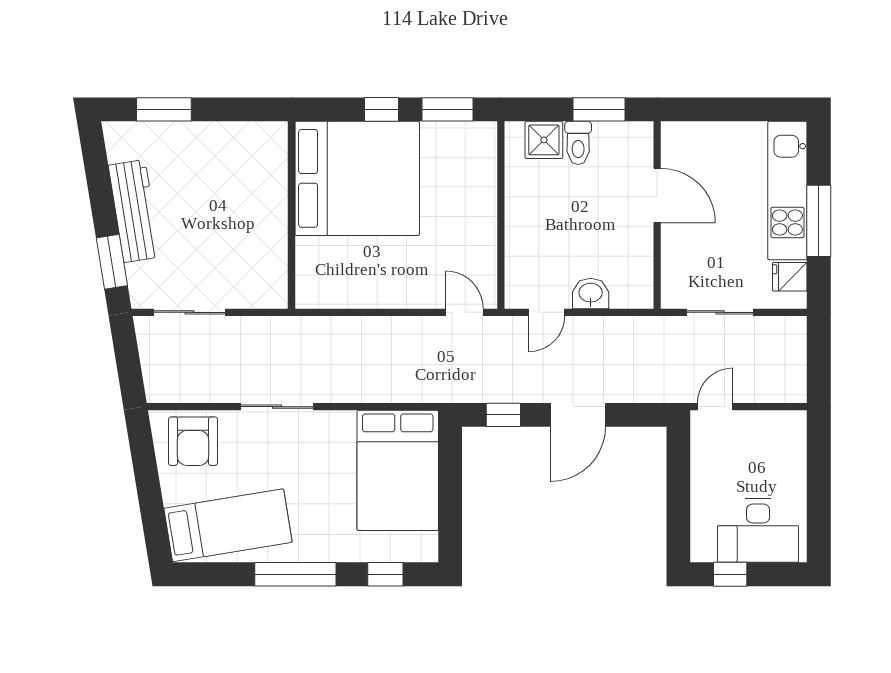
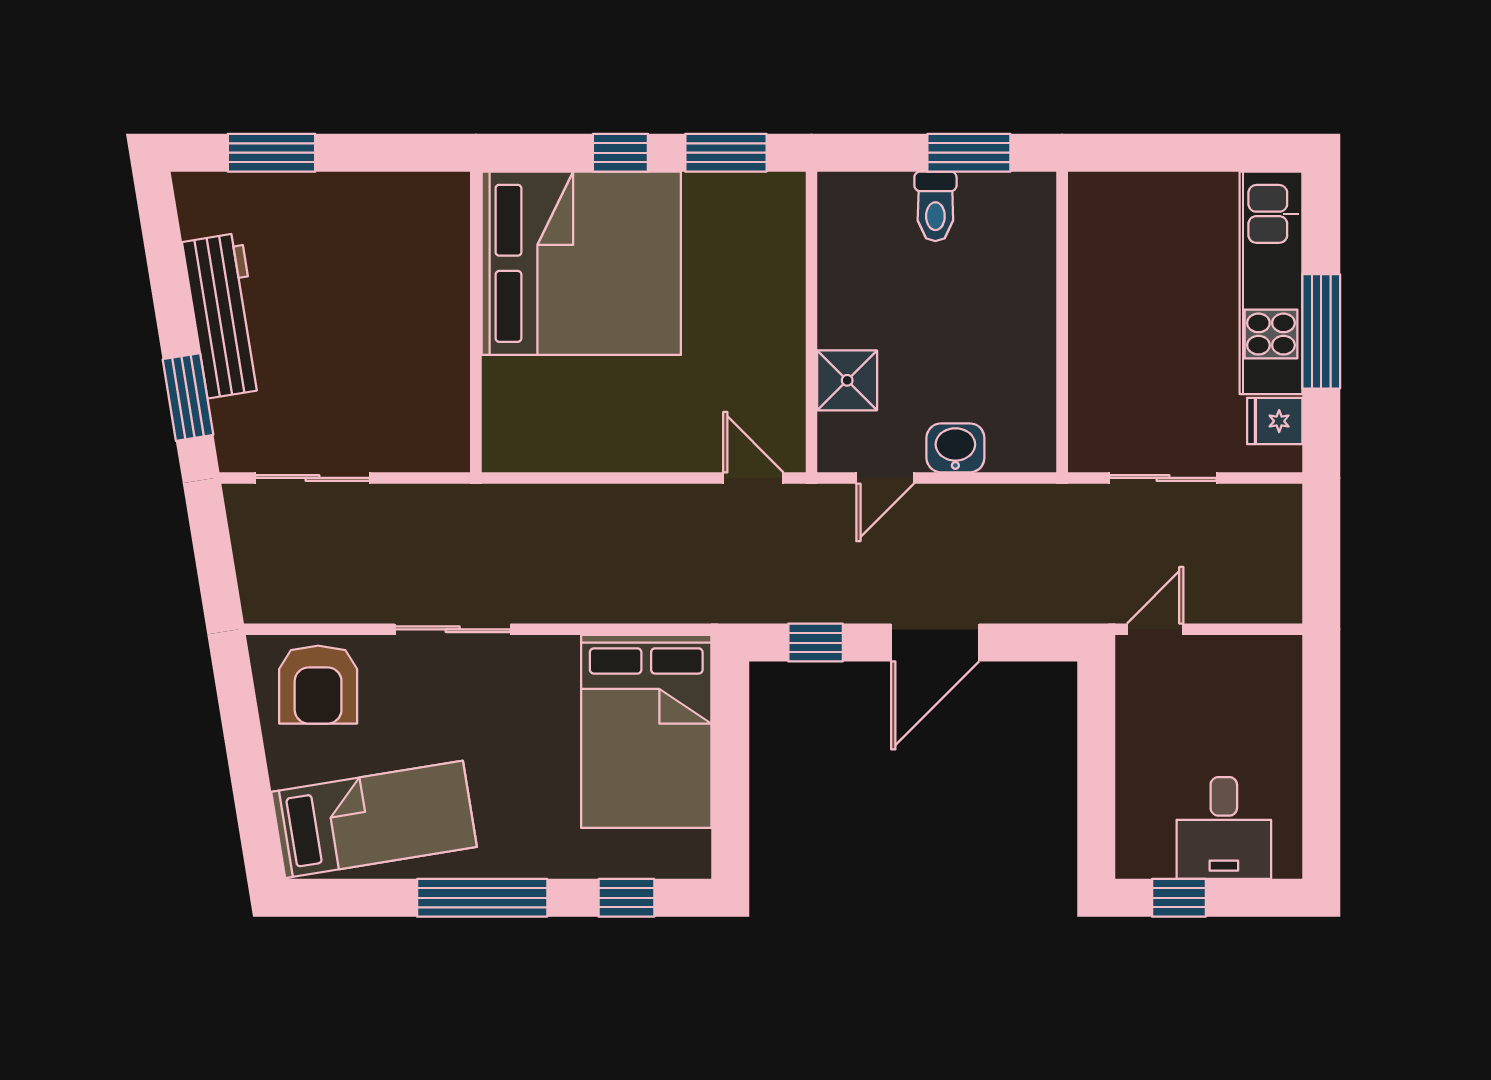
shower: (544, 140) -> (847, 380), moved
door: (657, 195) -> (1062, 291), removed
desk: (758, 531) -> (1224, 828), width x0.73

